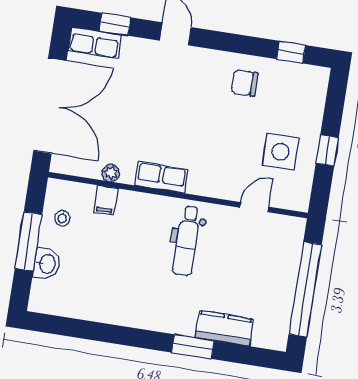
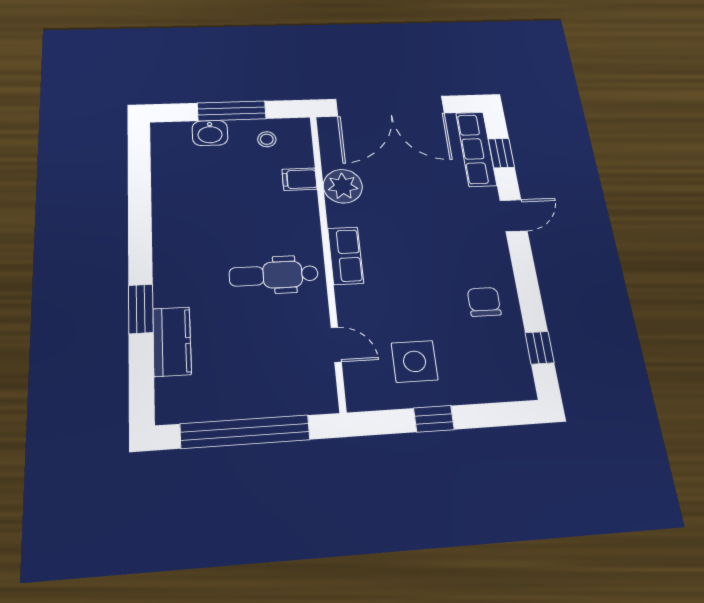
row of seats: (95, 43) -> (476, 149), width x1.48
plant: (111, 173) -> (343, 186), width x1.88, depth x1.88
row of seats: (161, 177) -> (346, 256), moved

